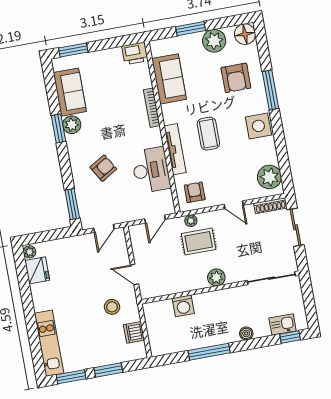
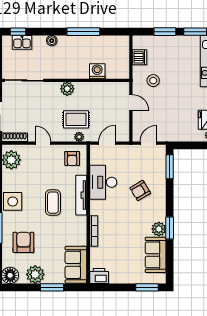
sofa: (169, 79) -> (76, 265), moved

